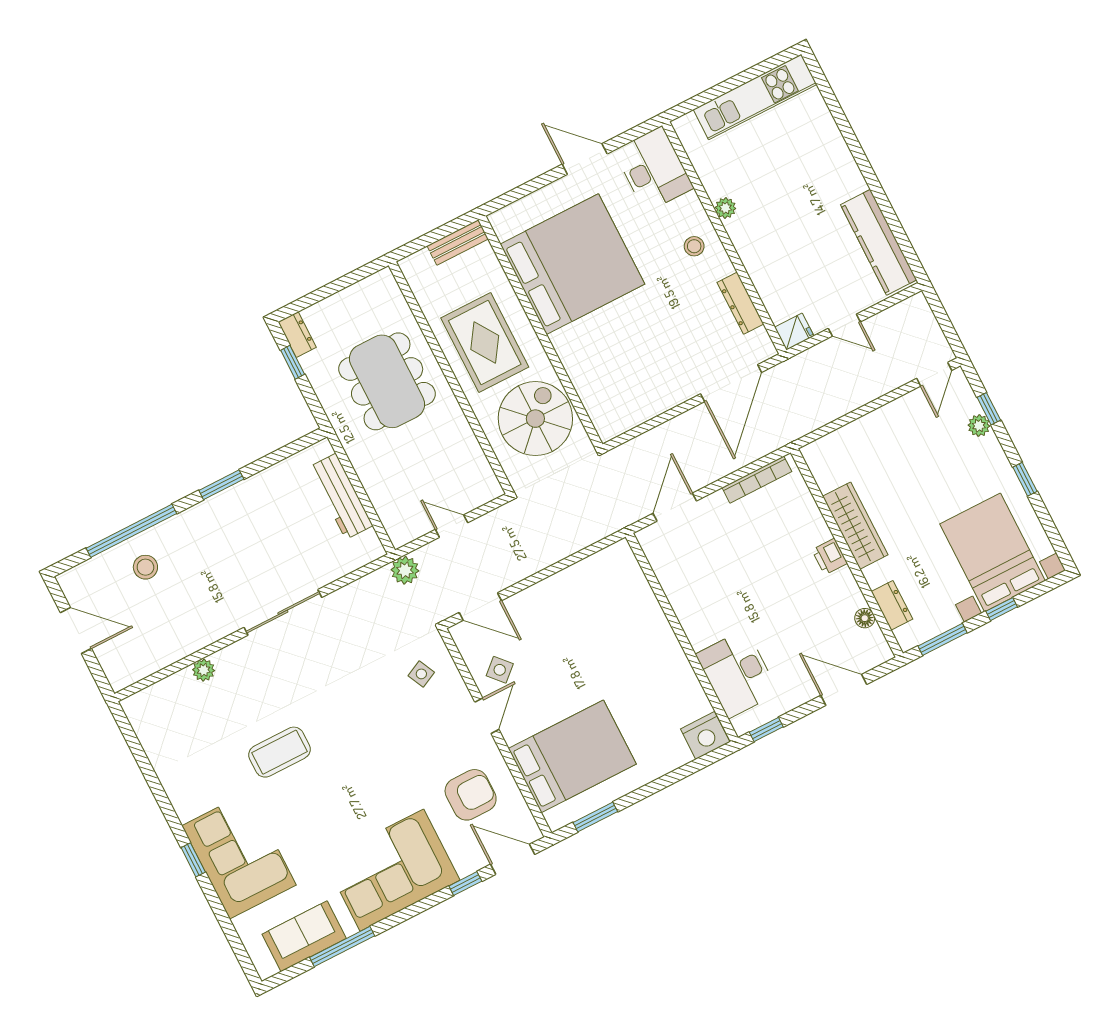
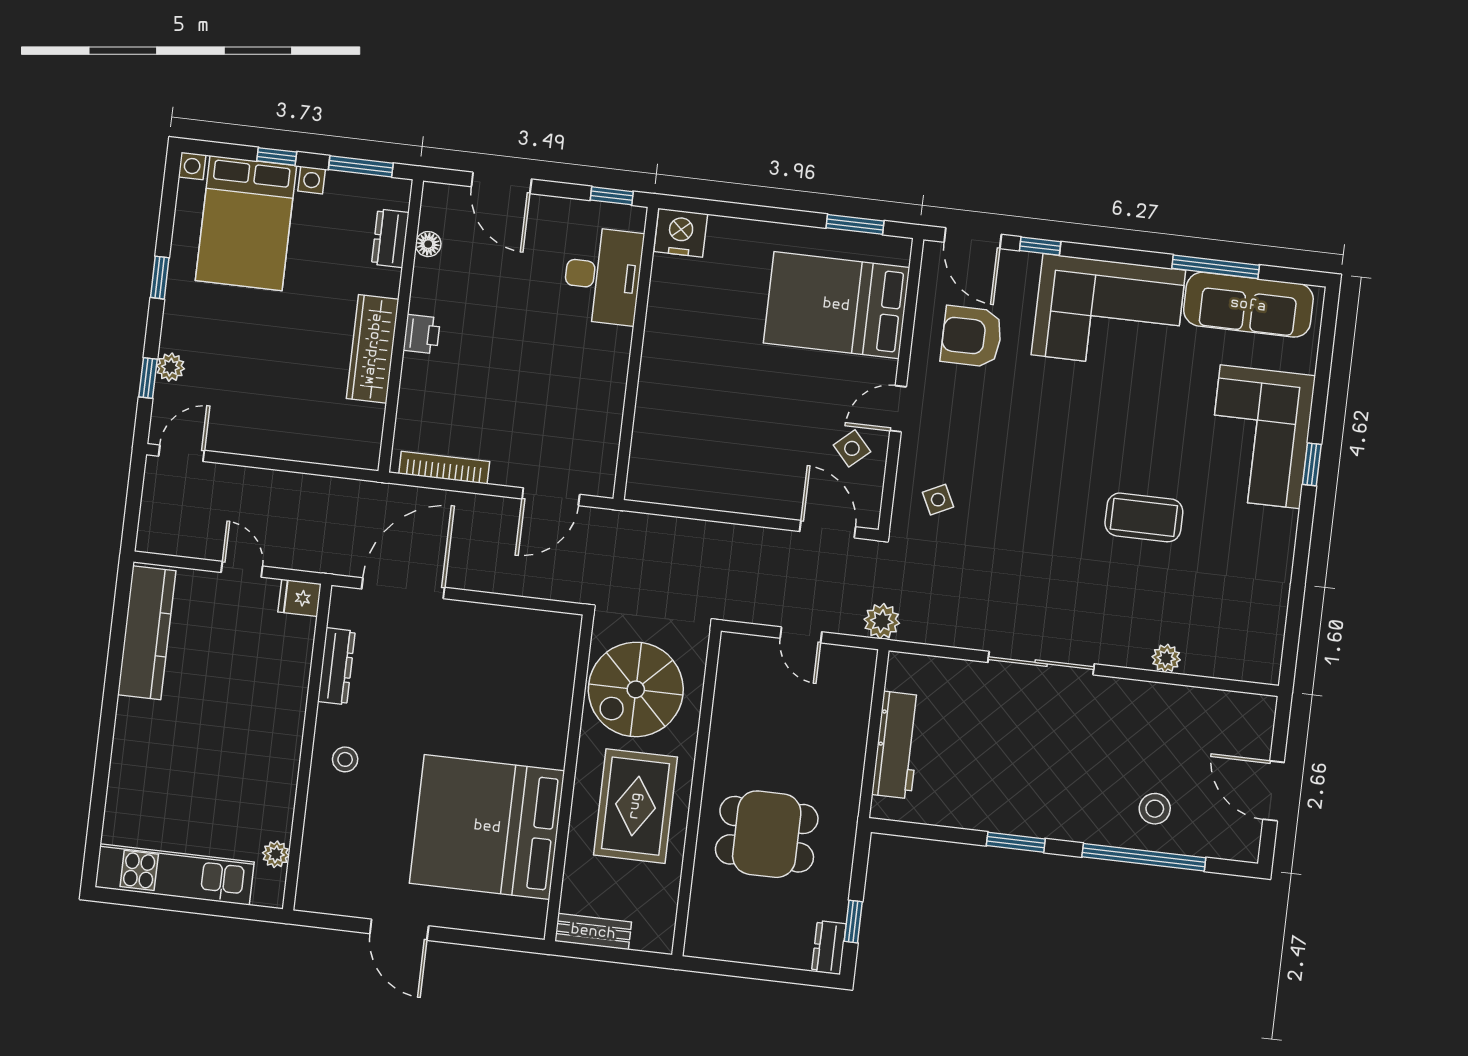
desk: (654, 169) -> (333, 870), removed
plant: (725, 208) -> (276, 854), moved
dining table: (387, 381) -> (767, 834), width x0.73
sofa: (304, 936) -> (1248, 305), width x1.36

